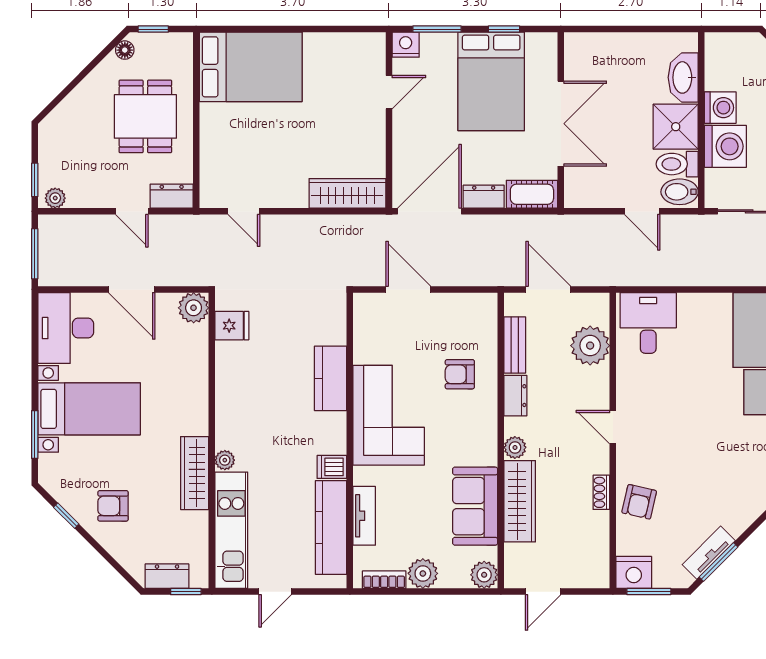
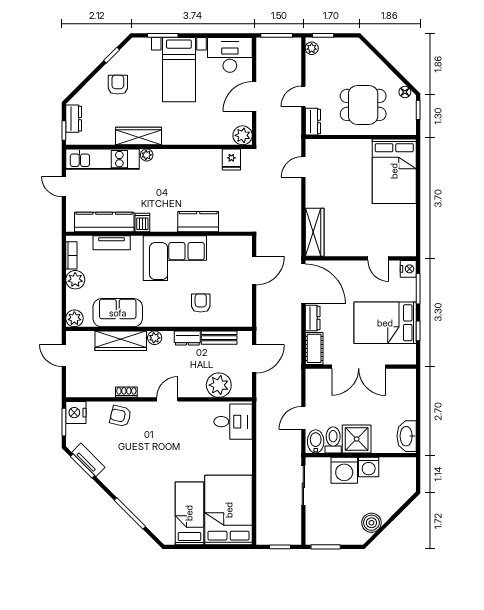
washbasin: (683, 77) -> (407, 436), moved, turned -90

